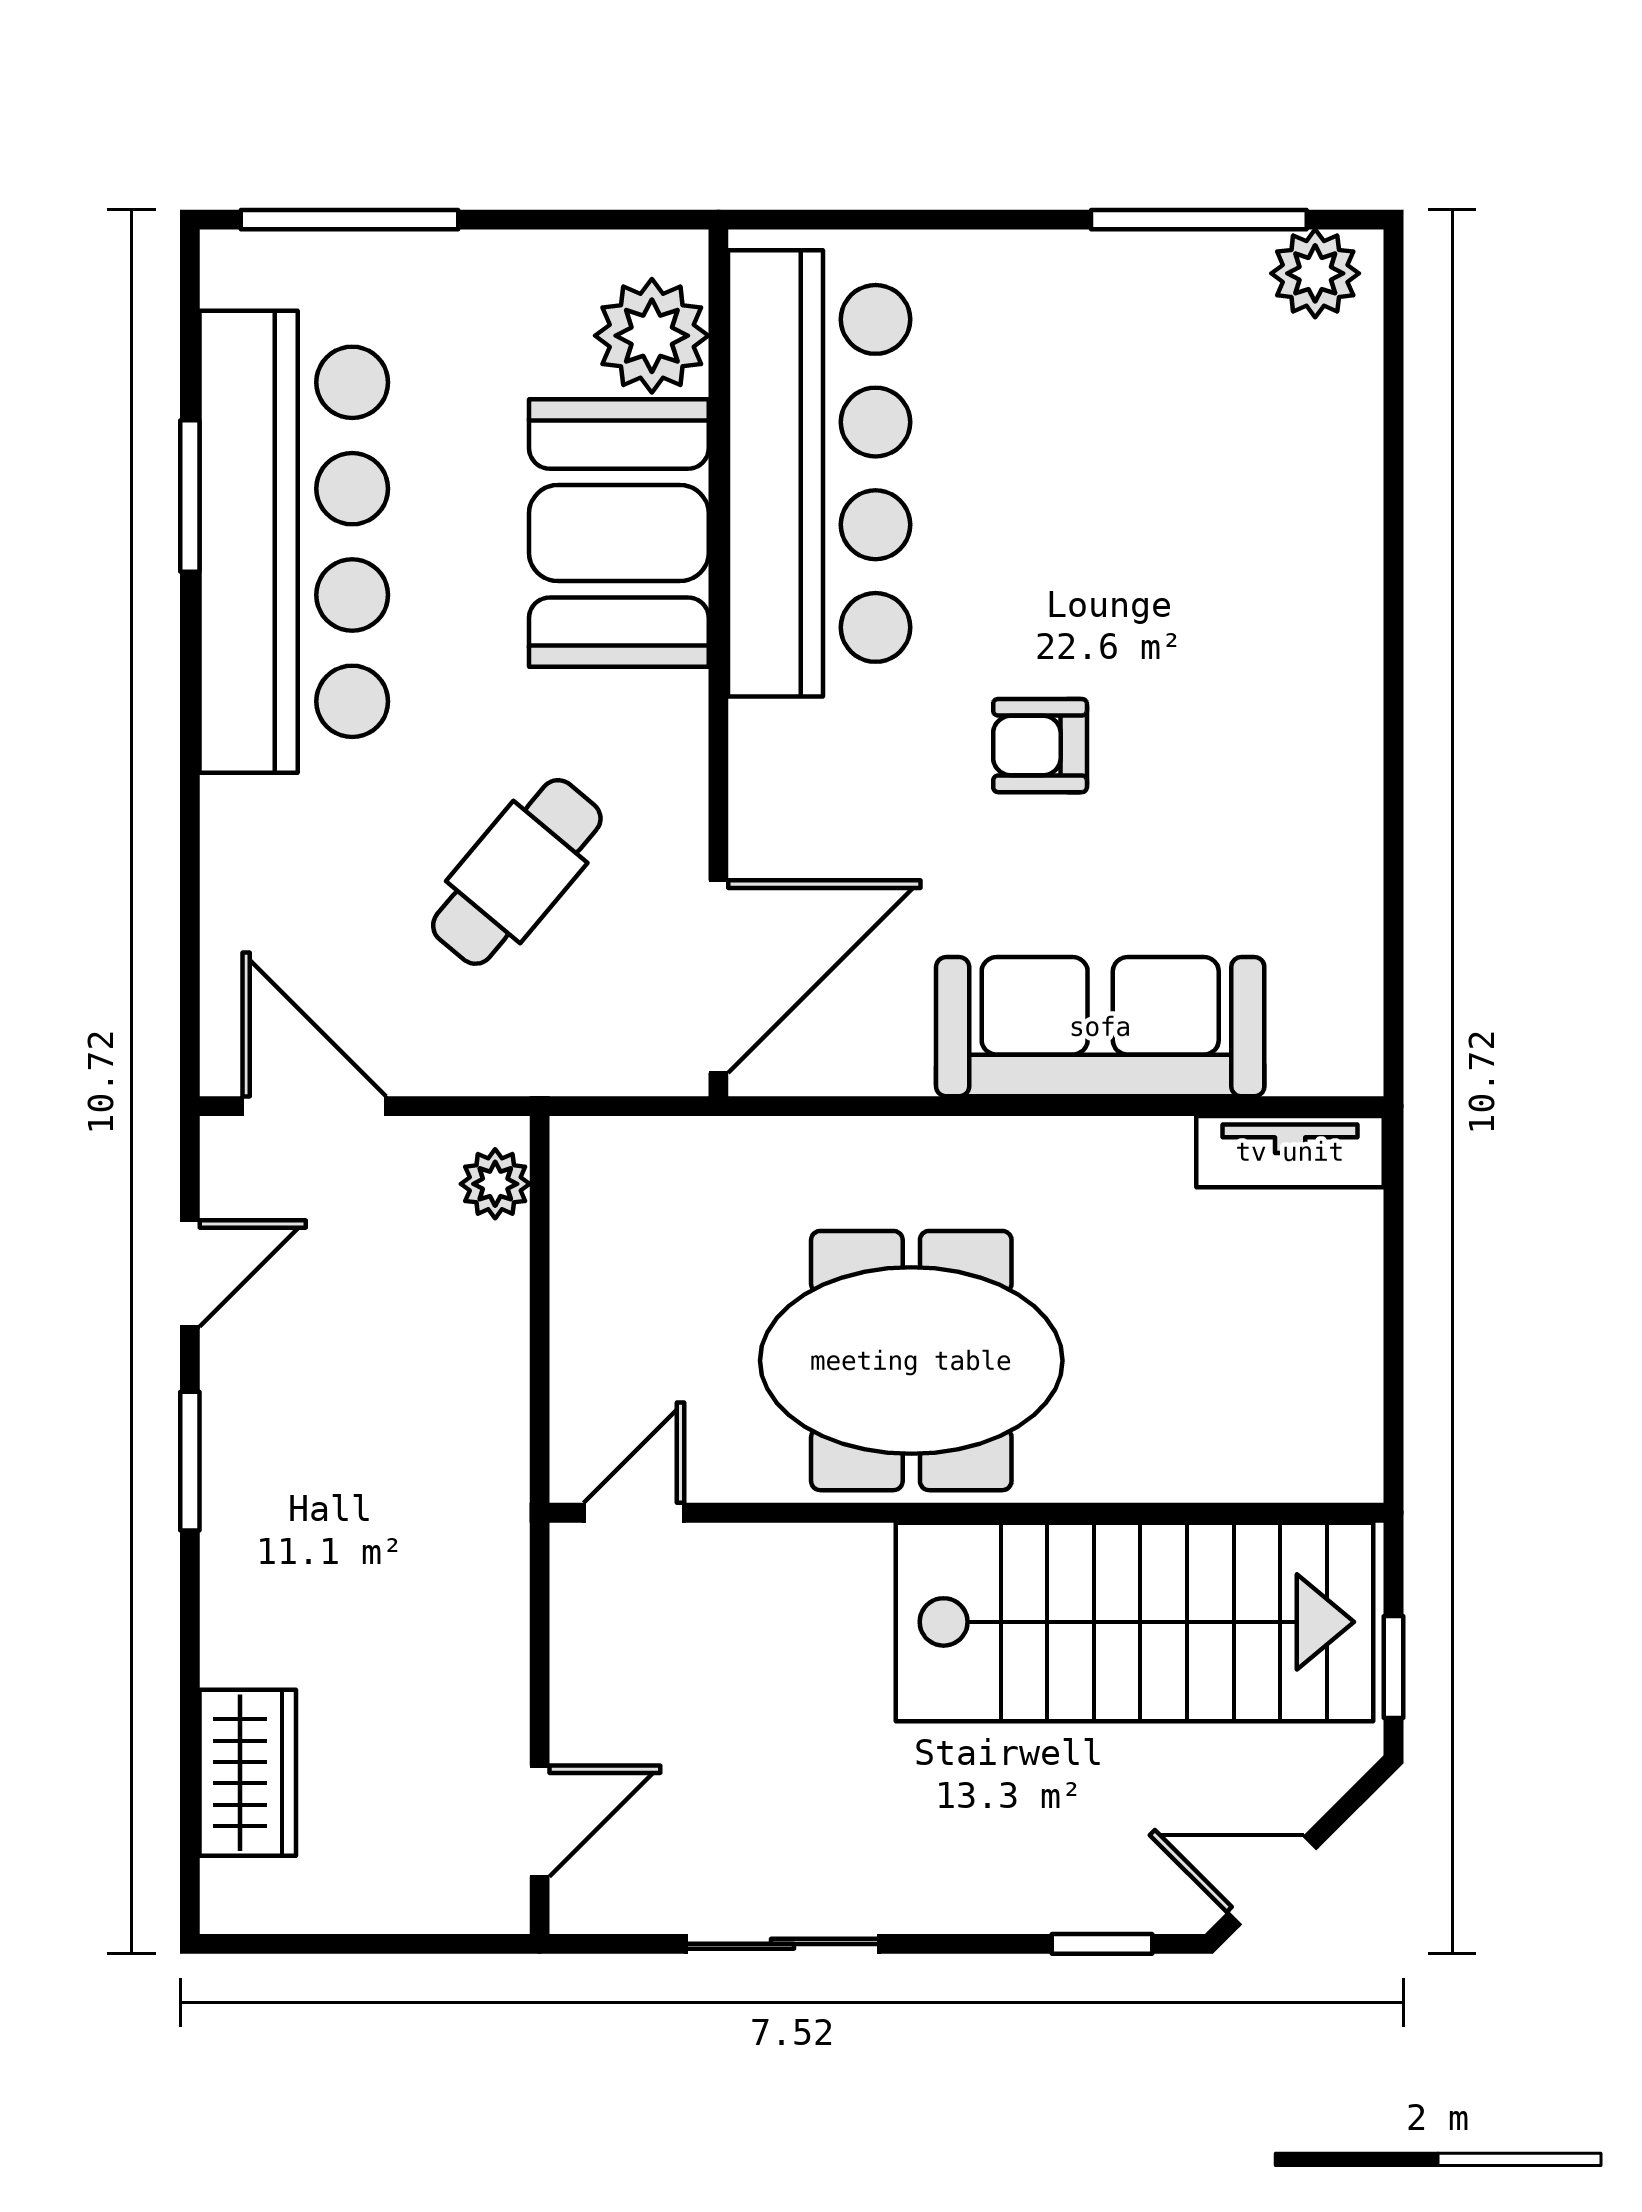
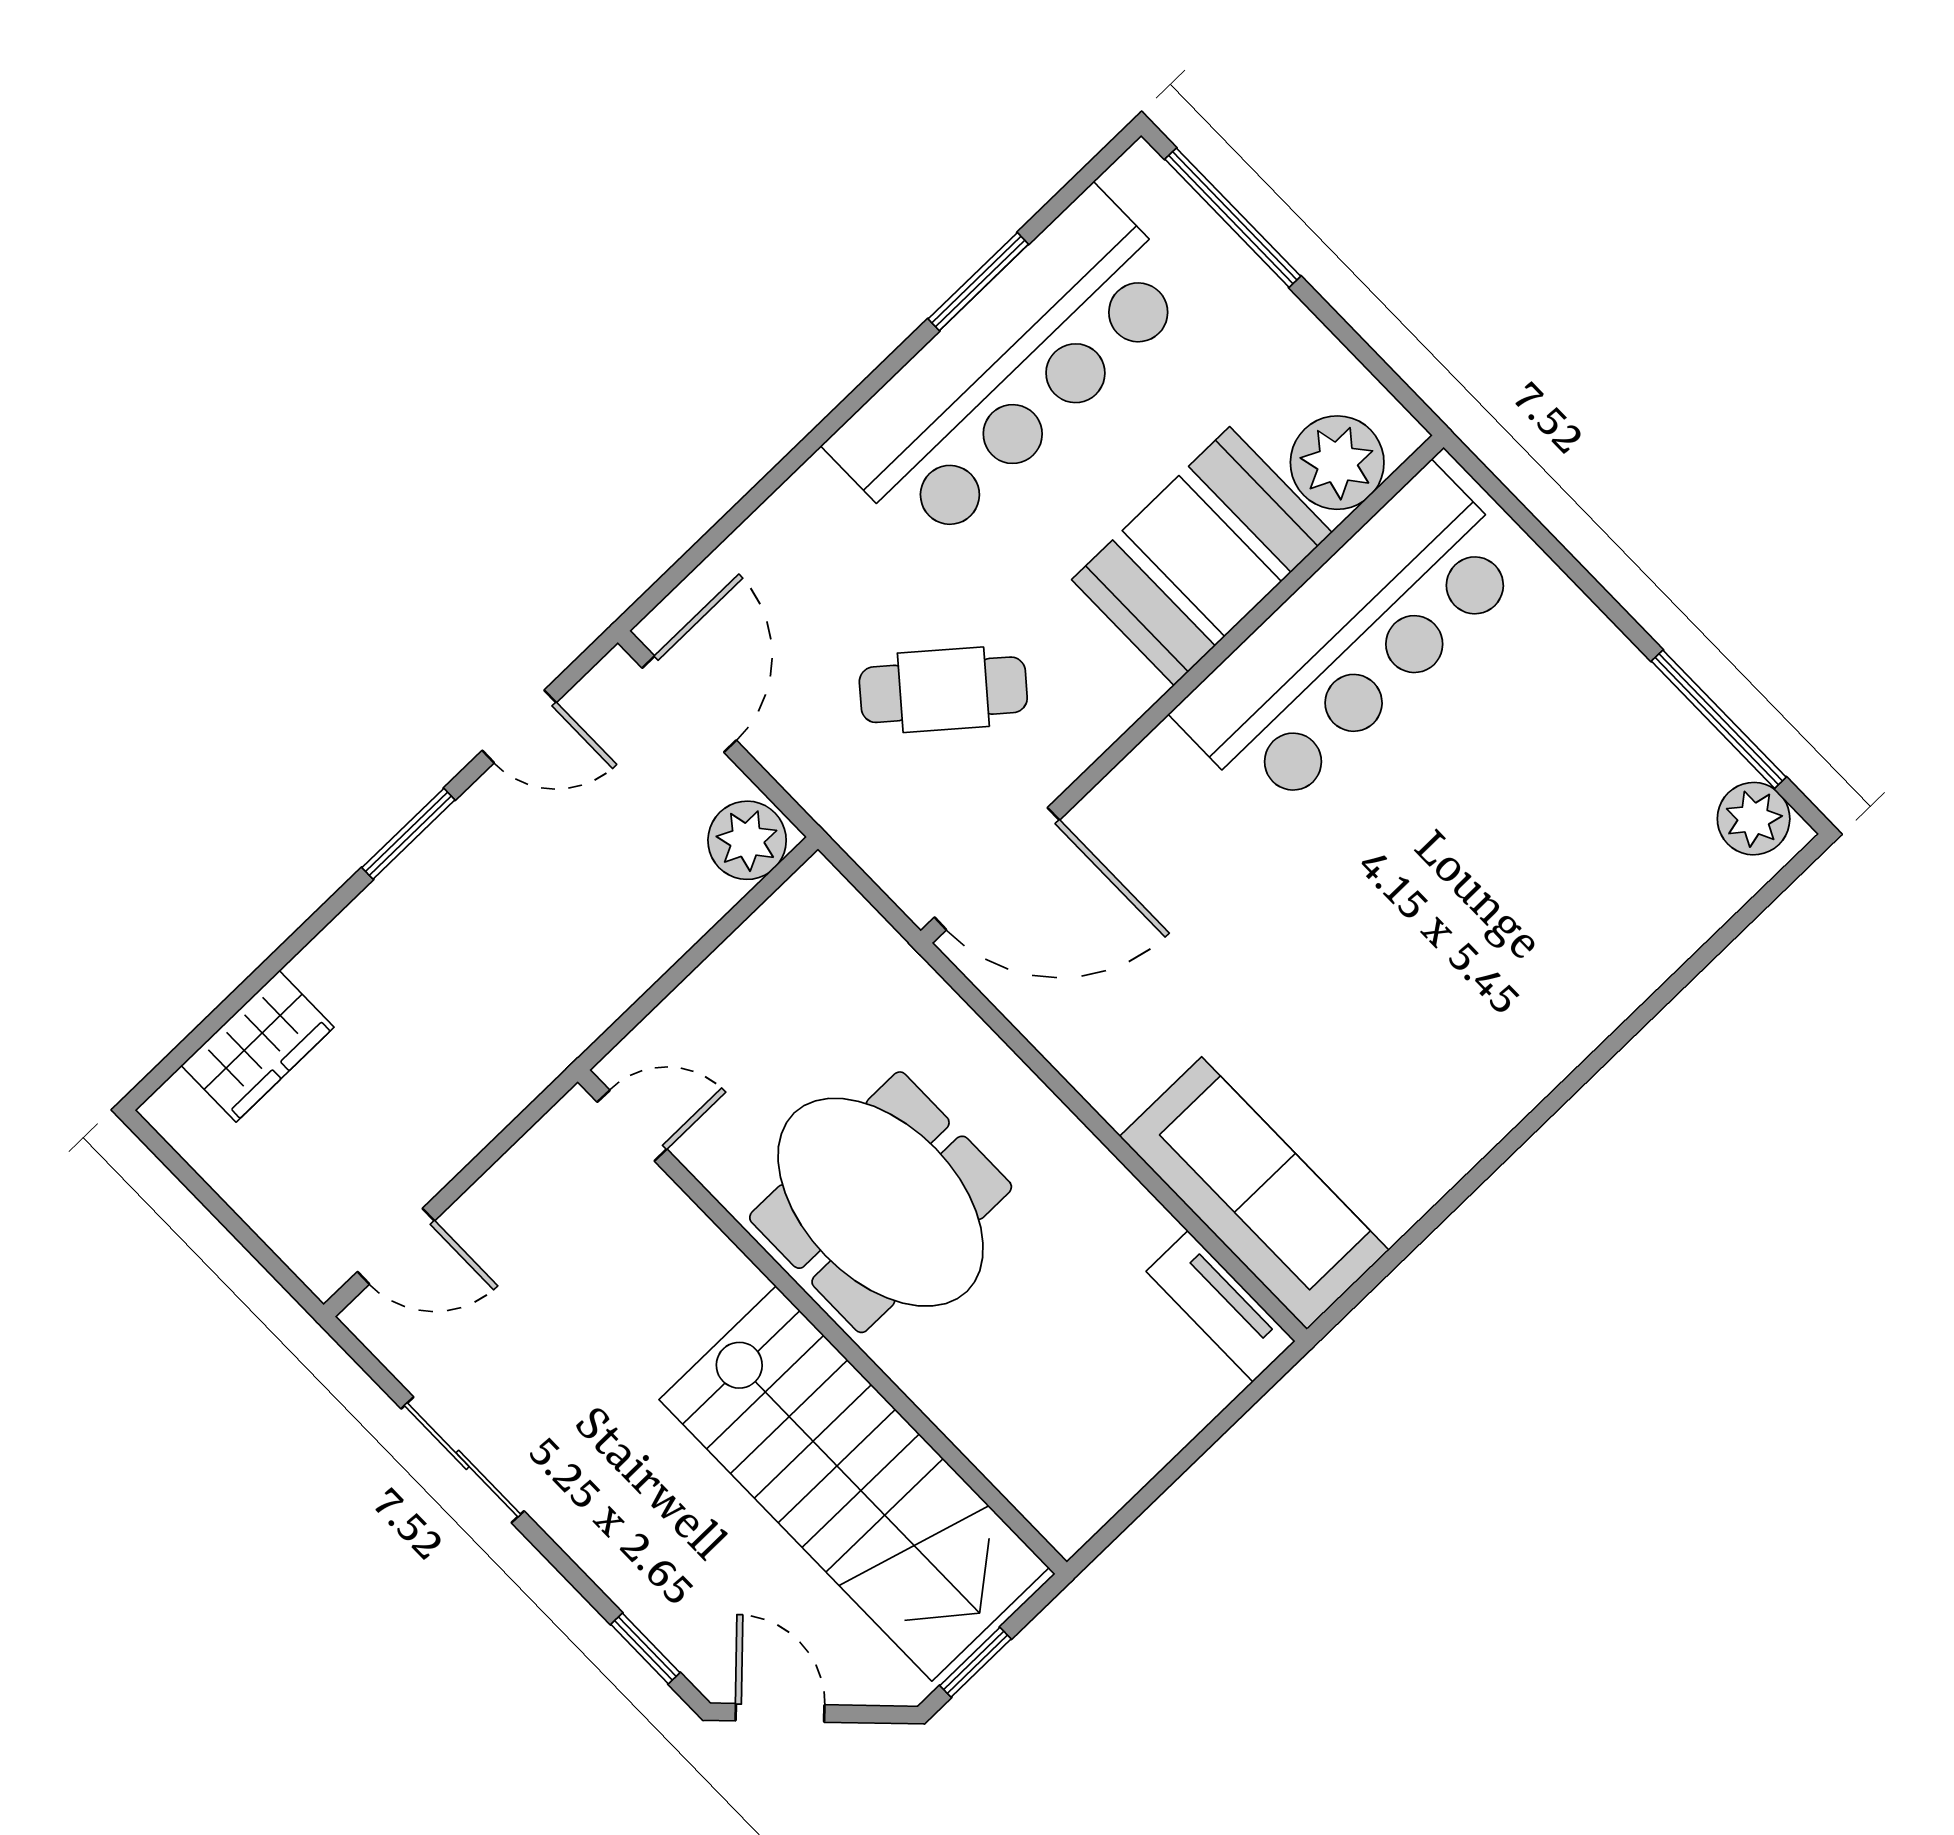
armchair: (1040, 746) -> (1317, 926), removed
sofa: (1100, 1027) -> (1254, 1193), moved
plant: (495, 1184) -> (747, 840), width x1.38, depth x1.38

